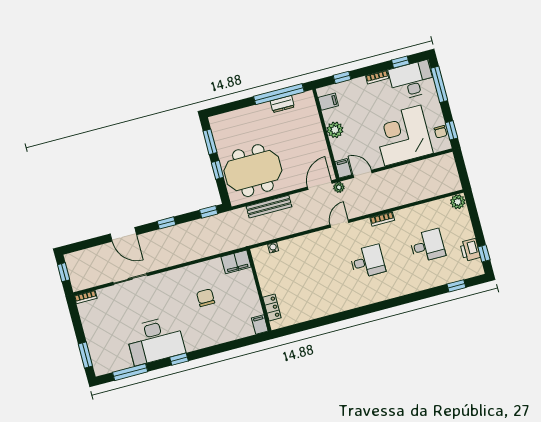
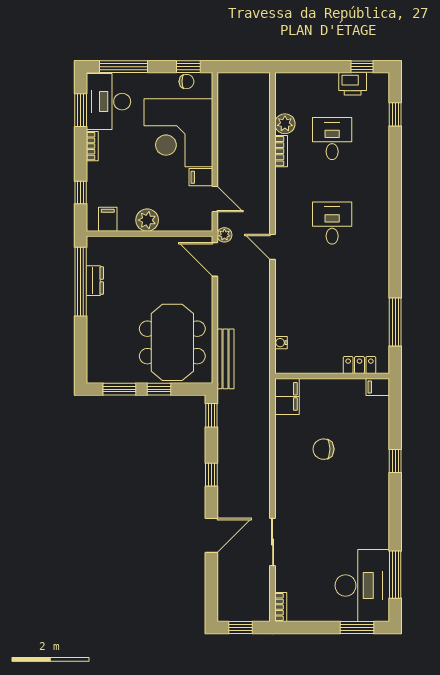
window: (400, 62) -> (81, 110), width x1.50
filing cabinet: (343, 168) -> (201, 177), moved
door: (363, 174) -> (215, 199), swing flipped
plant: (458, 202) -> (285, 124), moved
bench: (269, 207) -> (226, 359), moved
bookcase: (382, 219) -> (281, 151), moved
window: (309, 325) -> (395, 322), added
desk: (155, 340) -> (362, 586), moved
window: (179, 359) -> (395, 461), moved

